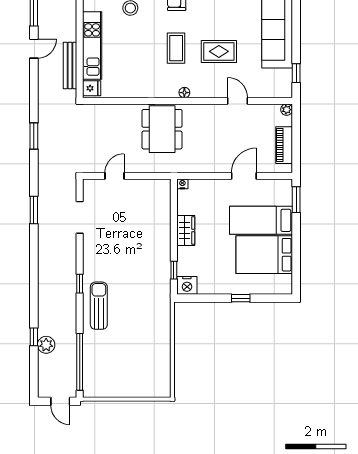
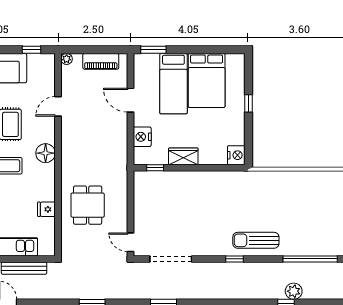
fridge: (92, 88) -> (46, 209), moved, turned -90
floor lamp: (184, 93) -> (46, 153), width x1.89, depth x1.89
dining table: (162, 129) -> (88, 205), moved, width x0.73
door: (115, 176) -> (130, 242), moved
nightstand: (182, 184) -> (142, 137), moved, width x1.89, depth x1.79
doorway: (80, 217) -> (171, 259), width x1.36
window: (174, 270) -> (155, 168), moved

